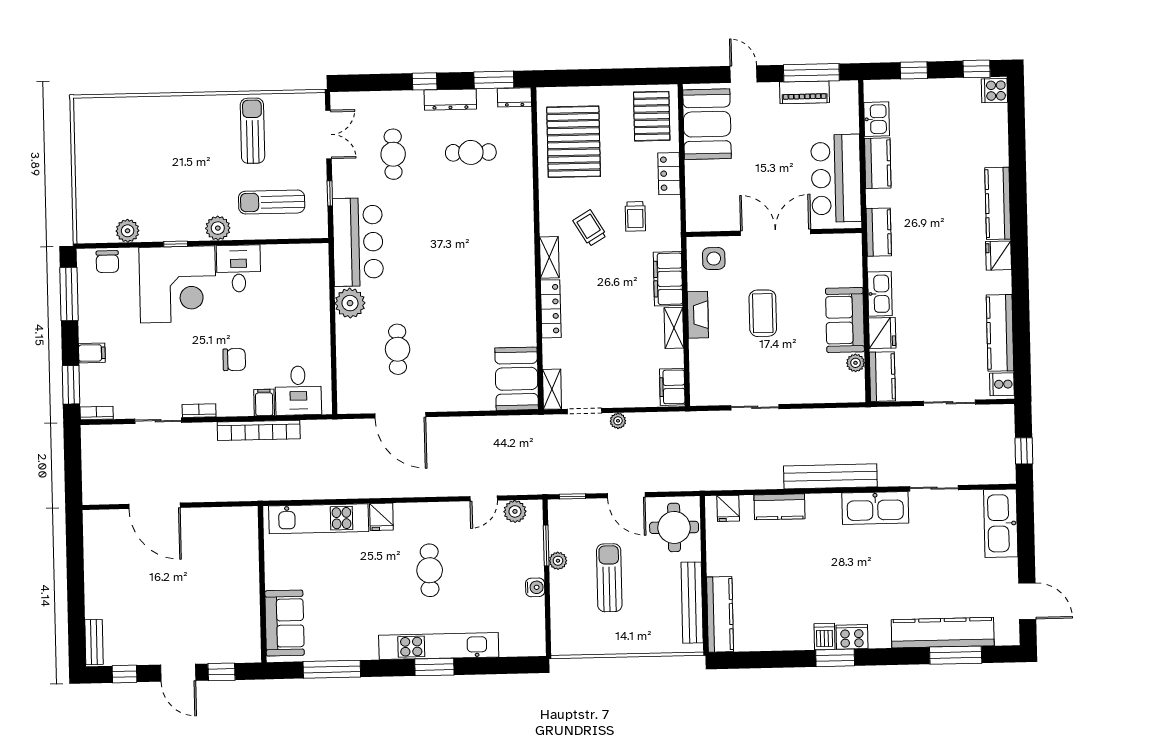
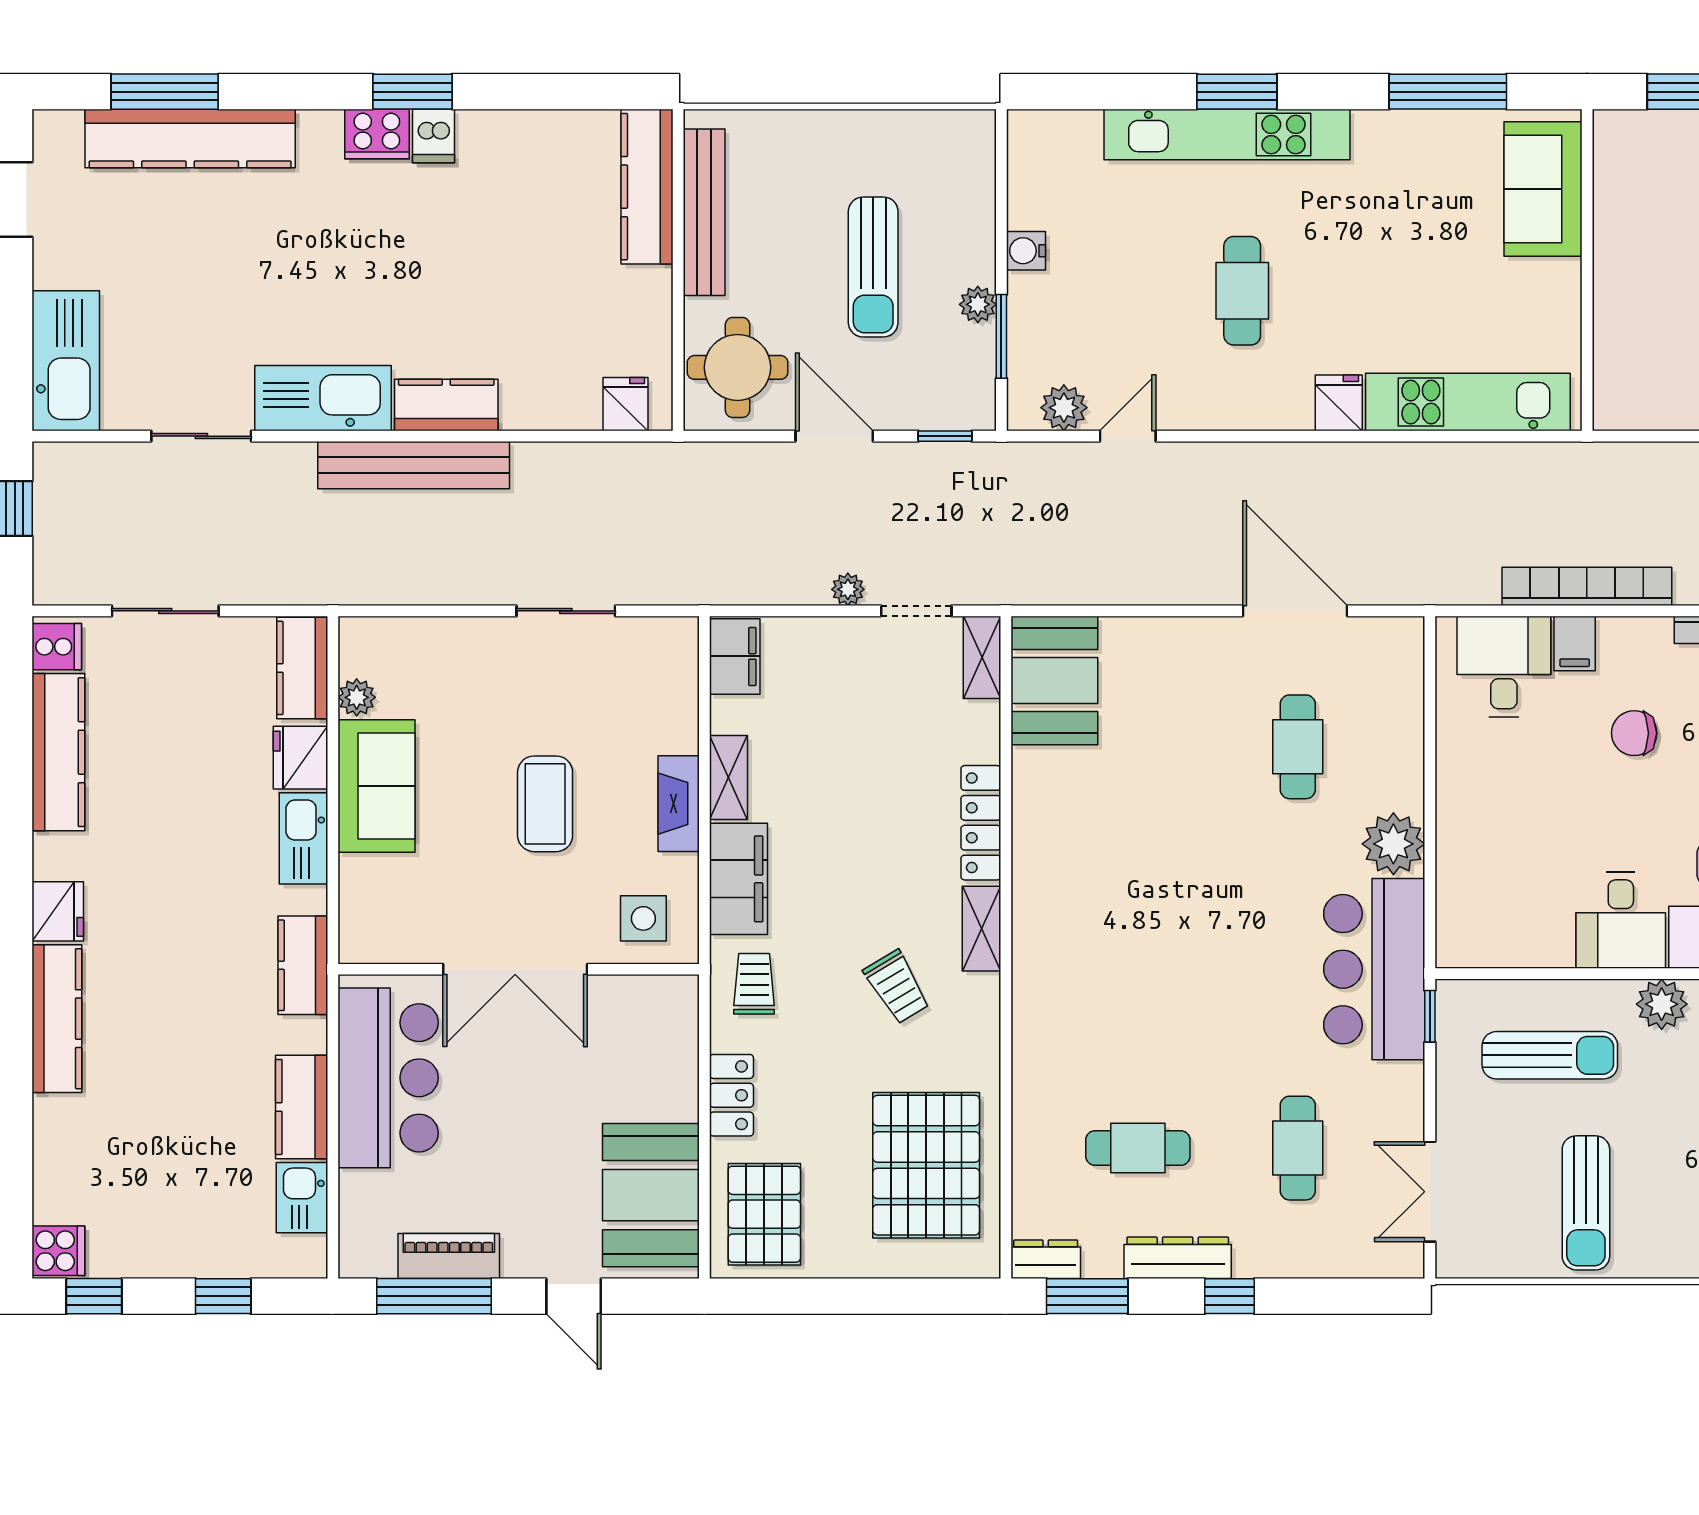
window: (330, 193) -> (1430, 1016), moved
trolley: (635, 216) -> (754, 984), moved
kitchen counter: (779, 507) -> (446, 405), moved

